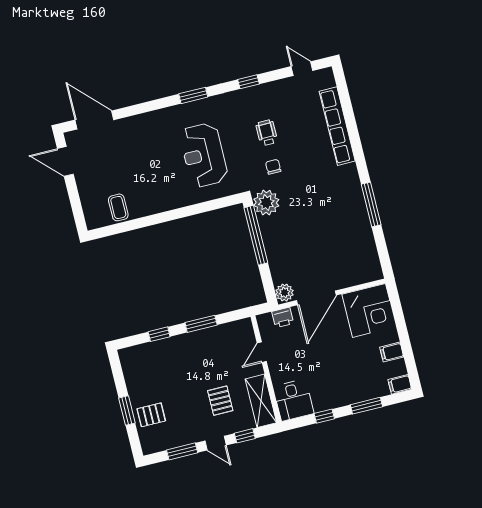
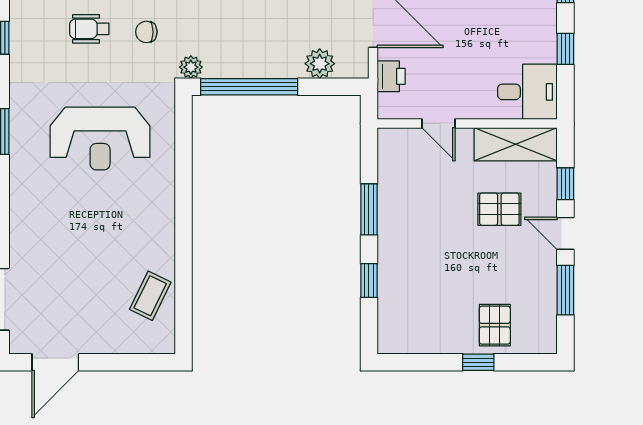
plant: (266, 203) -> (191, 67), width x0.53, depth x0.53
coffee table: (118, 207) -> (150, 296), turned -64
plant: (284, 293) -> (320, 64), moved
window: (127, 411) -> (478, 362), width x0.67
door: (216, 443) -> (565, 233), swing flipped

